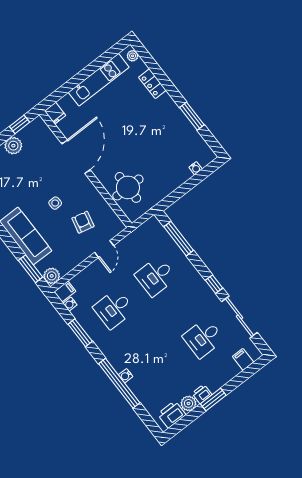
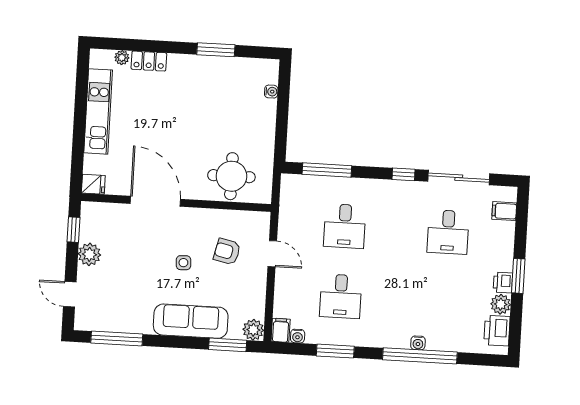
plant: (133, 56) -> (122, 58), moved

